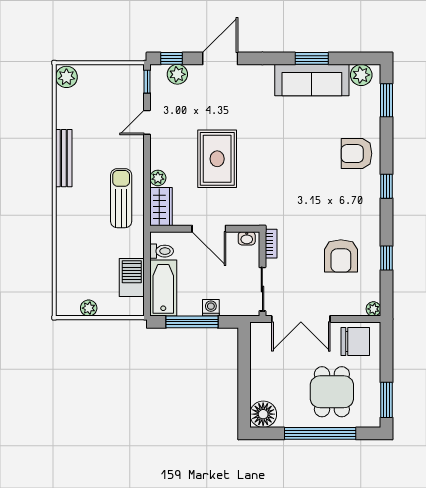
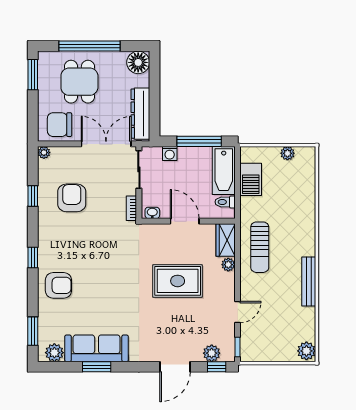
rug: (217, 159) -> (178, 281), turned 90
washing machine: (211, 308) -> (170, 153), moved
dresser: (261, 354) -> (140, 114), added

